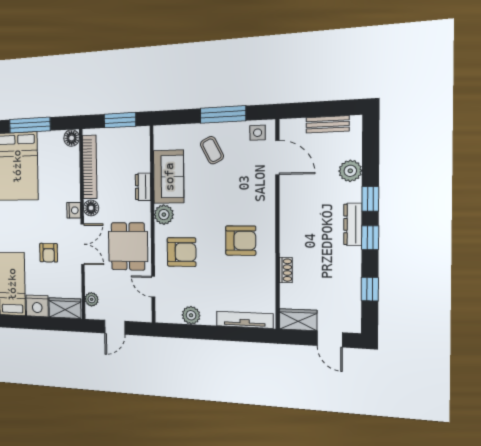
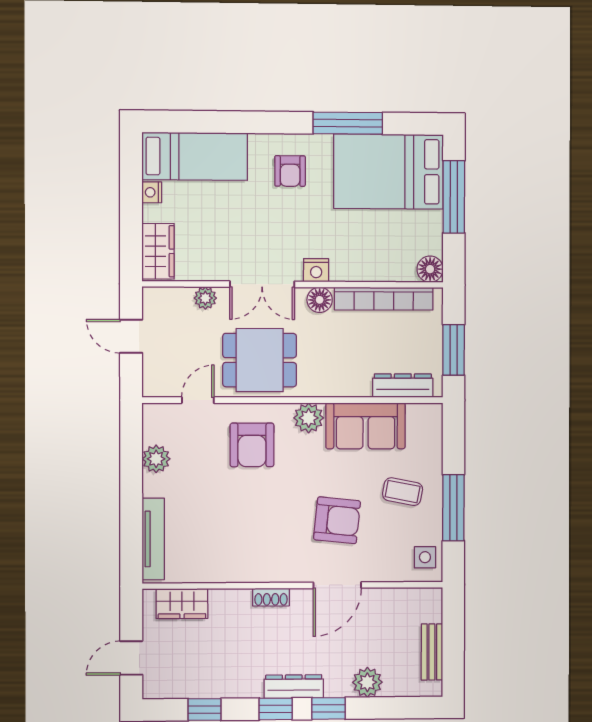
coffee table: (212, 150) -> (403, 492), turned 38
door: (277, 158) -> (337, 585), moved
dresser: (143, 187) -> (403, 386), moved, width x1.44
armchair: (241, 241) -> (337, 520), moved, turned -84
armchair: (49, 253) -> (290, 171), moved, turned -90
shoe rack: (286, 270) -> (271, 597), moved
plant: (92, 299) -> (205, 298), moved
nightstand: (37, 306) -> (152, 192), width x0.53, depth x0.56
wardrobe: (298, 320) -> (182, 604), moved, turned 90

